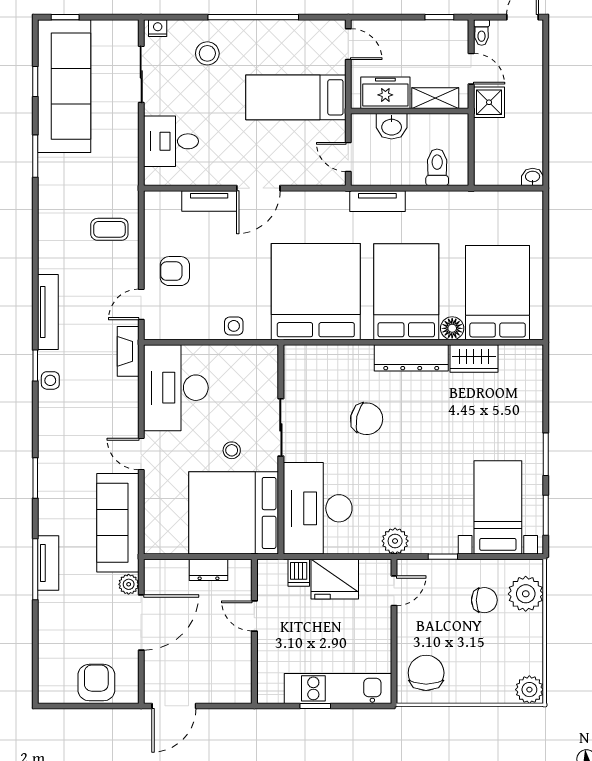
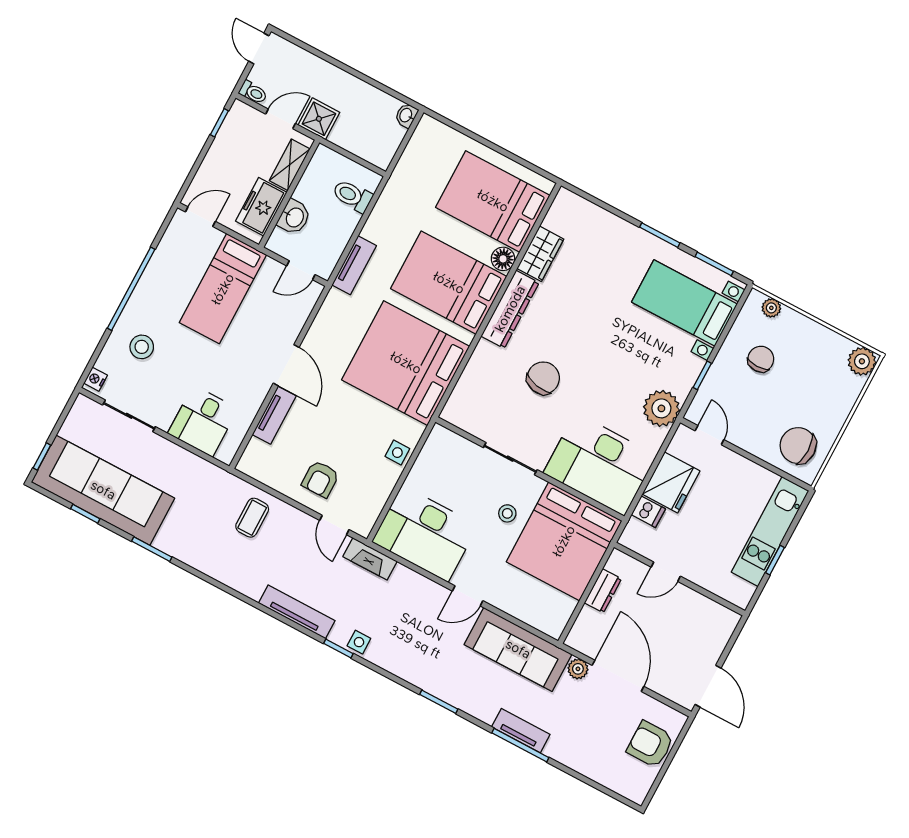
plant: (395, 541) -> (661, 408), width x1.36, depth x1.36
plant: (526, 594) -> (771, 308), width x0.53, depth x0.53

